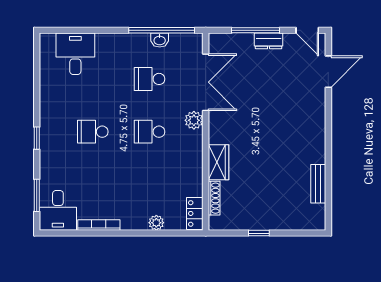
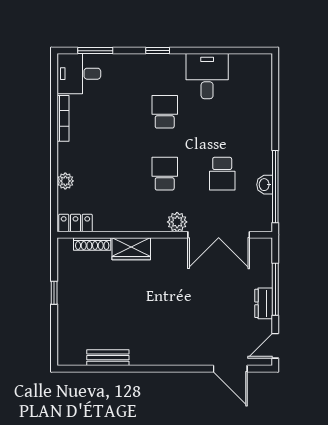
desk: (75, 54) -> (207, 76), moved, turned -90
school desk: (150, 79) -> (222, 174), turned 180

